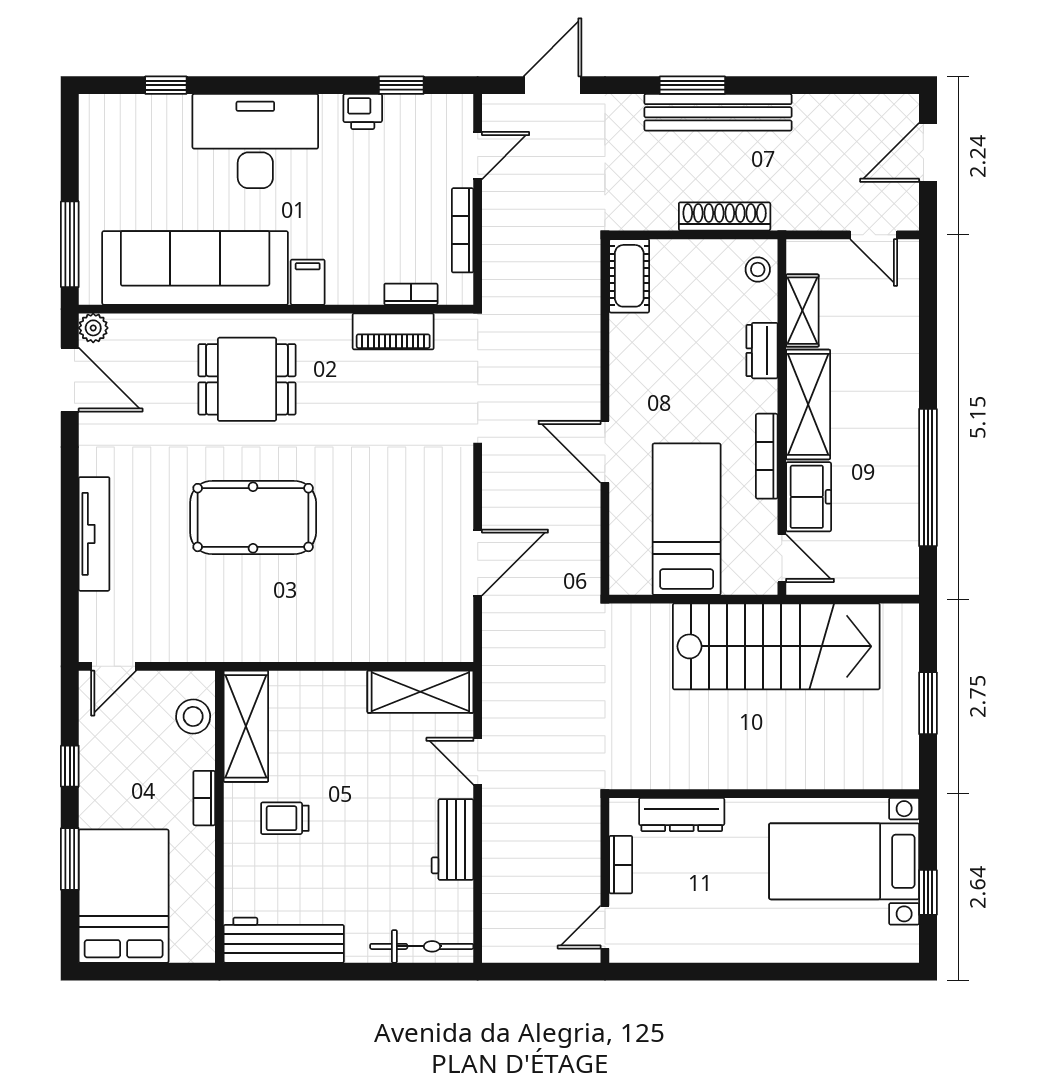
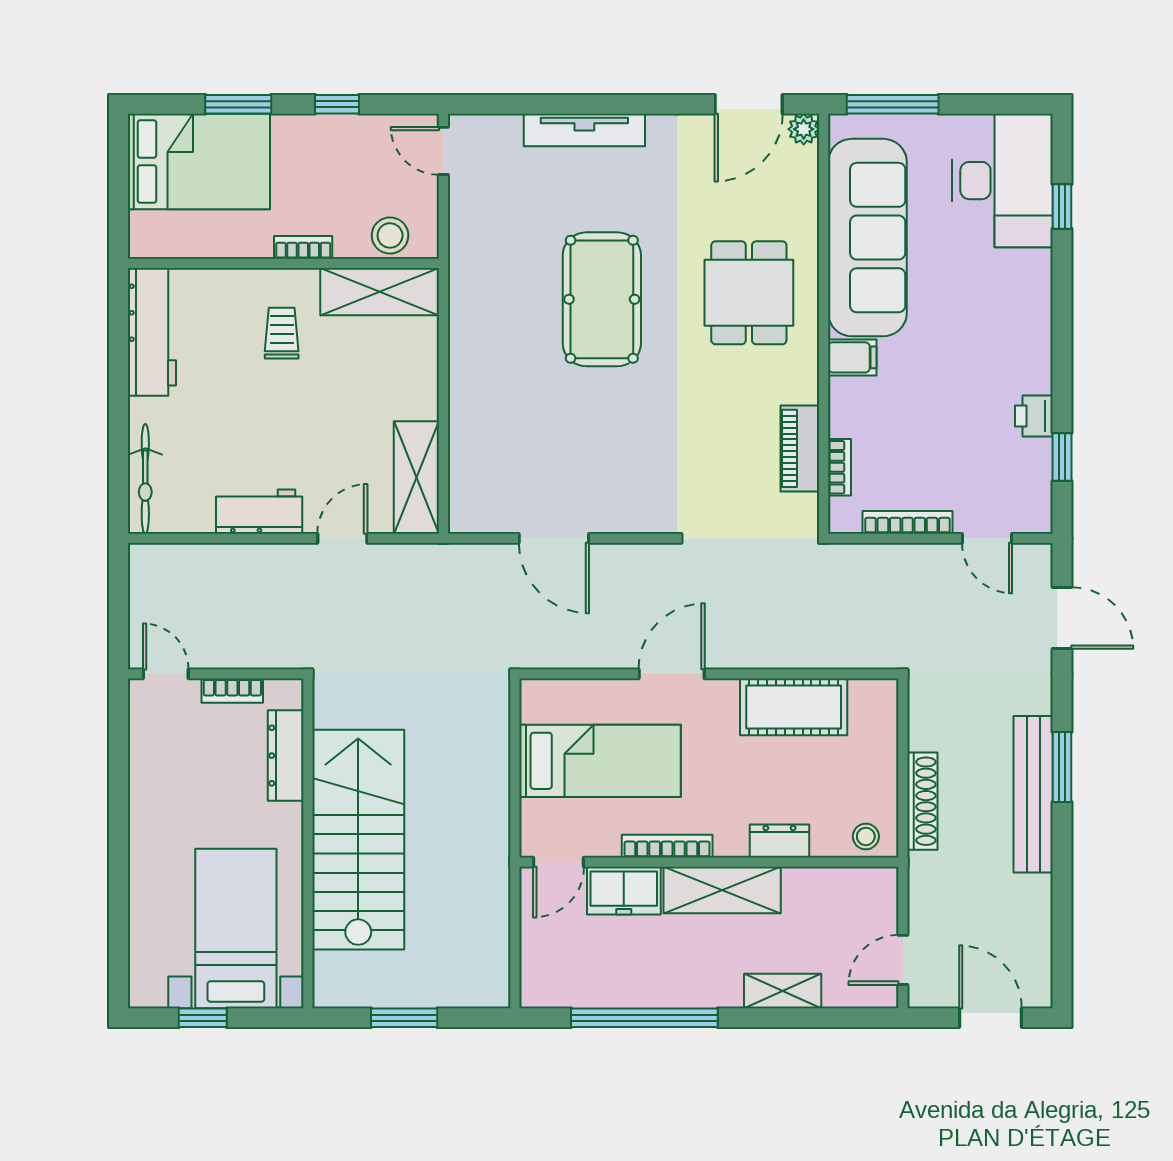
desk: (255, 141) -> (1003, 181), moved
cot: (629, 276) -> (794, 707), moved, width x1.37, depth x1.34
shelving: (802, 311) -> (783, 991), moved
stairs: (776, 646) -> (358, 840), moved, turned 180

